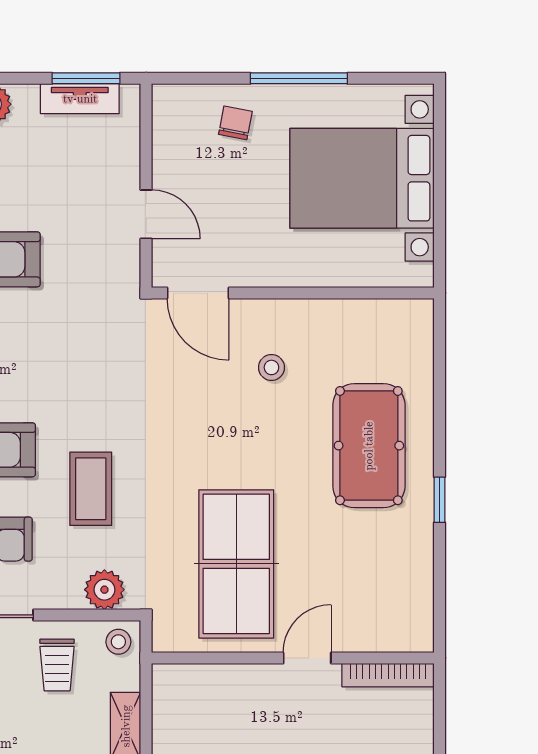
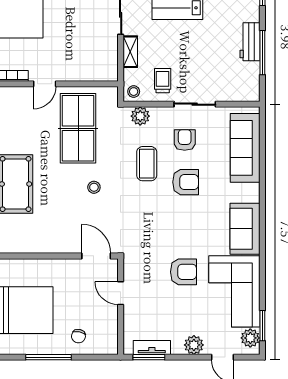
stool: (271, 367) -> (94, 187), moved

